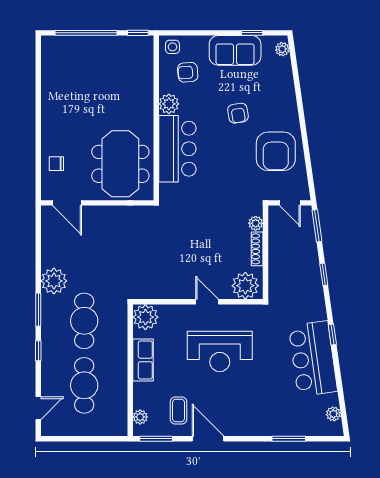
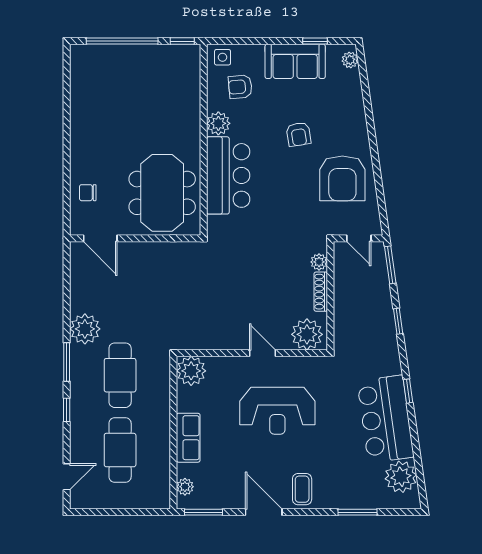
row of seats: (143, 360) -> (188, 438), moved
coffee table: (179, 410) -> (302, 489), moved
plant: (333, 414) -> (401, 477), width x1.88, depth x1.88

